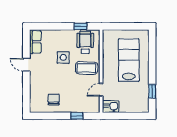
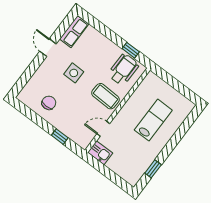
side table: (63, 57) -> (74, 73), moved
lab bench: (129, 60) -> (153, 120), width x0.73, depth x0.72

